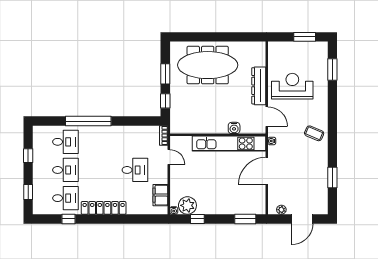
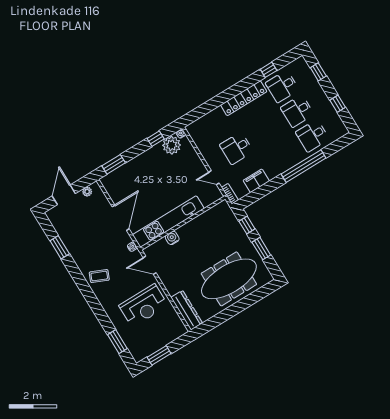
dresser: (259, 86) -> (187, 310), moved
filing cabinet: (160, 195) -> (256, 181), moved, turned -90

